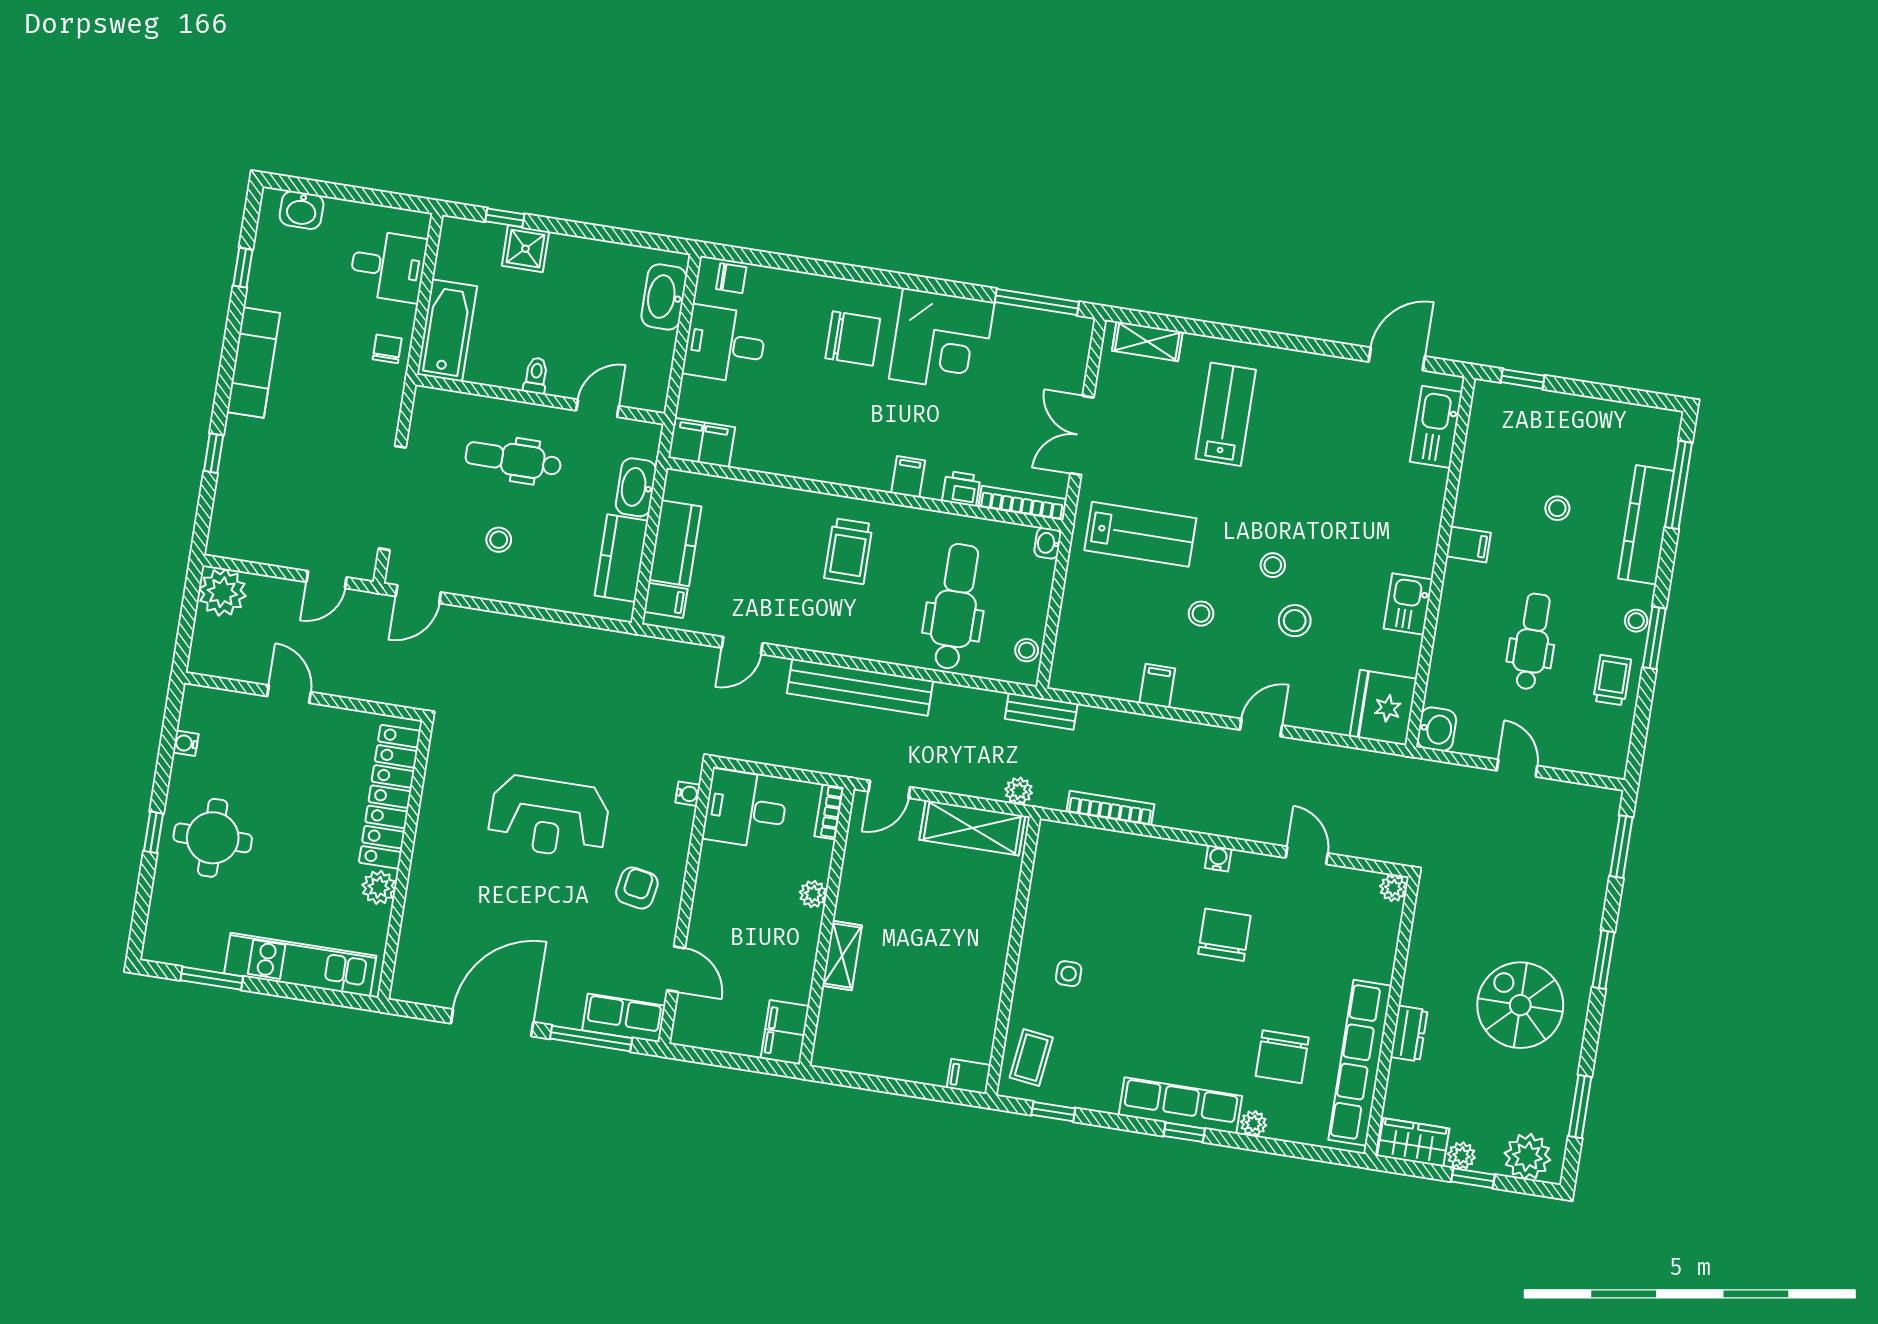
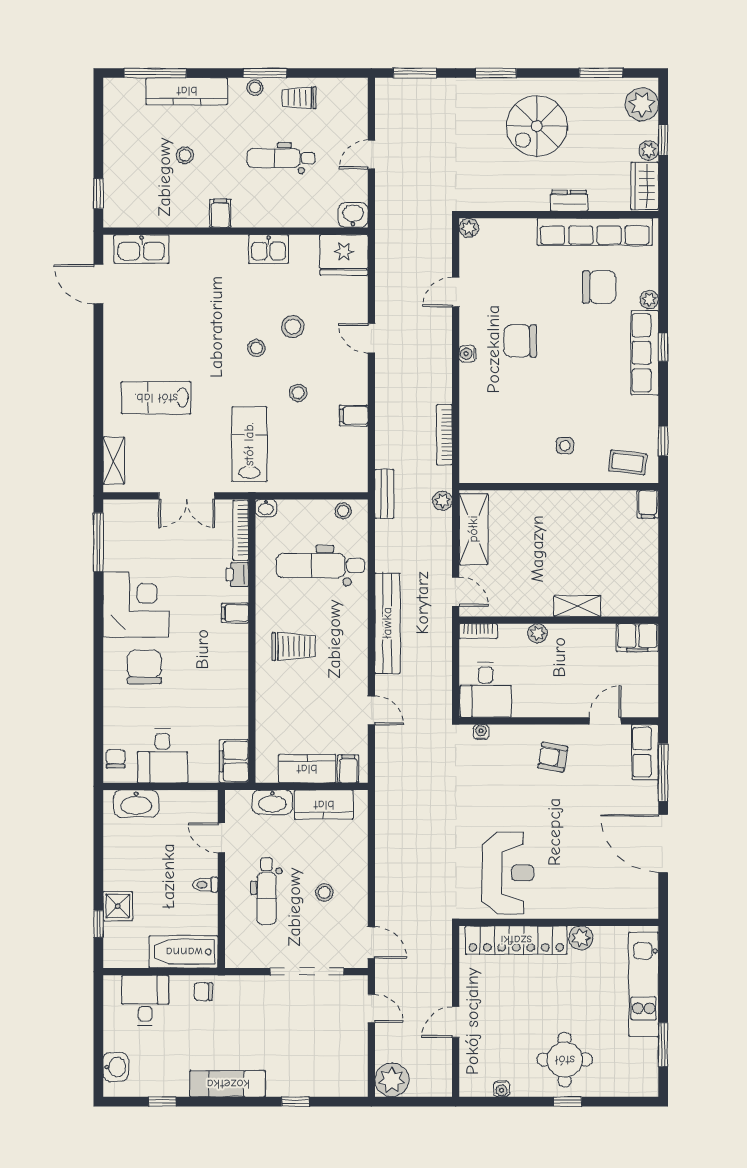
reception desk: (549, 817) -> (508, 873), moved

